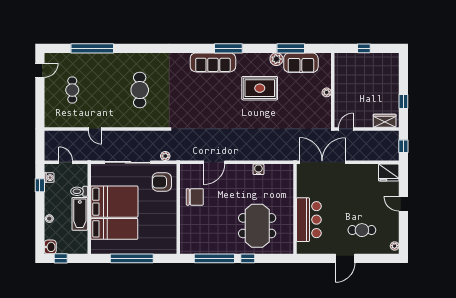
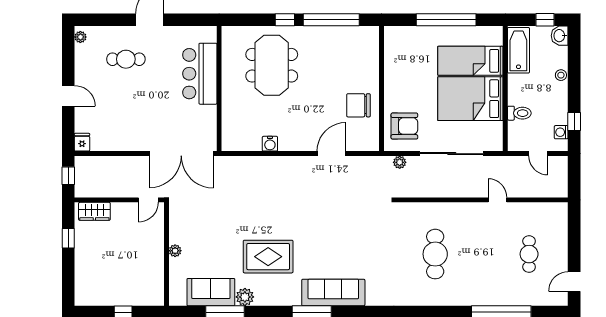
fridge: (389, 173) -> (82, 142), width x0.53, depth x0.75
bathtub: (80, 214) -> (518, 50), moved

